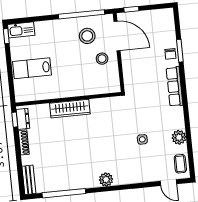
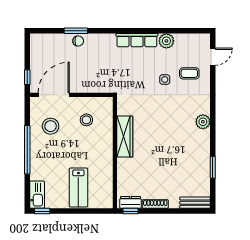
window: (82, 14) -> (27, 150), moved
stool: (102, 59) -> (86, 120), moved
row of seats: (175, 87) -> (137, 40), moved
wardrobe: (70, 109) -> (125, 137), moved
coffee table: (180, 164) -> (189, 73), moved
window: (64, 193) -> (213, 167), width x0.47

